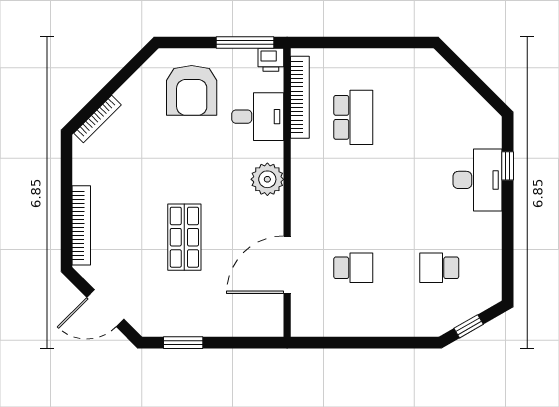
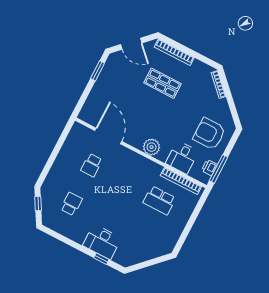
printer: (271, 60) -> (209, 168), moved
shop shelf: (184, 237) -> (163, 83), moved
door: (105, 308) -> (131, 44), swing flipped

